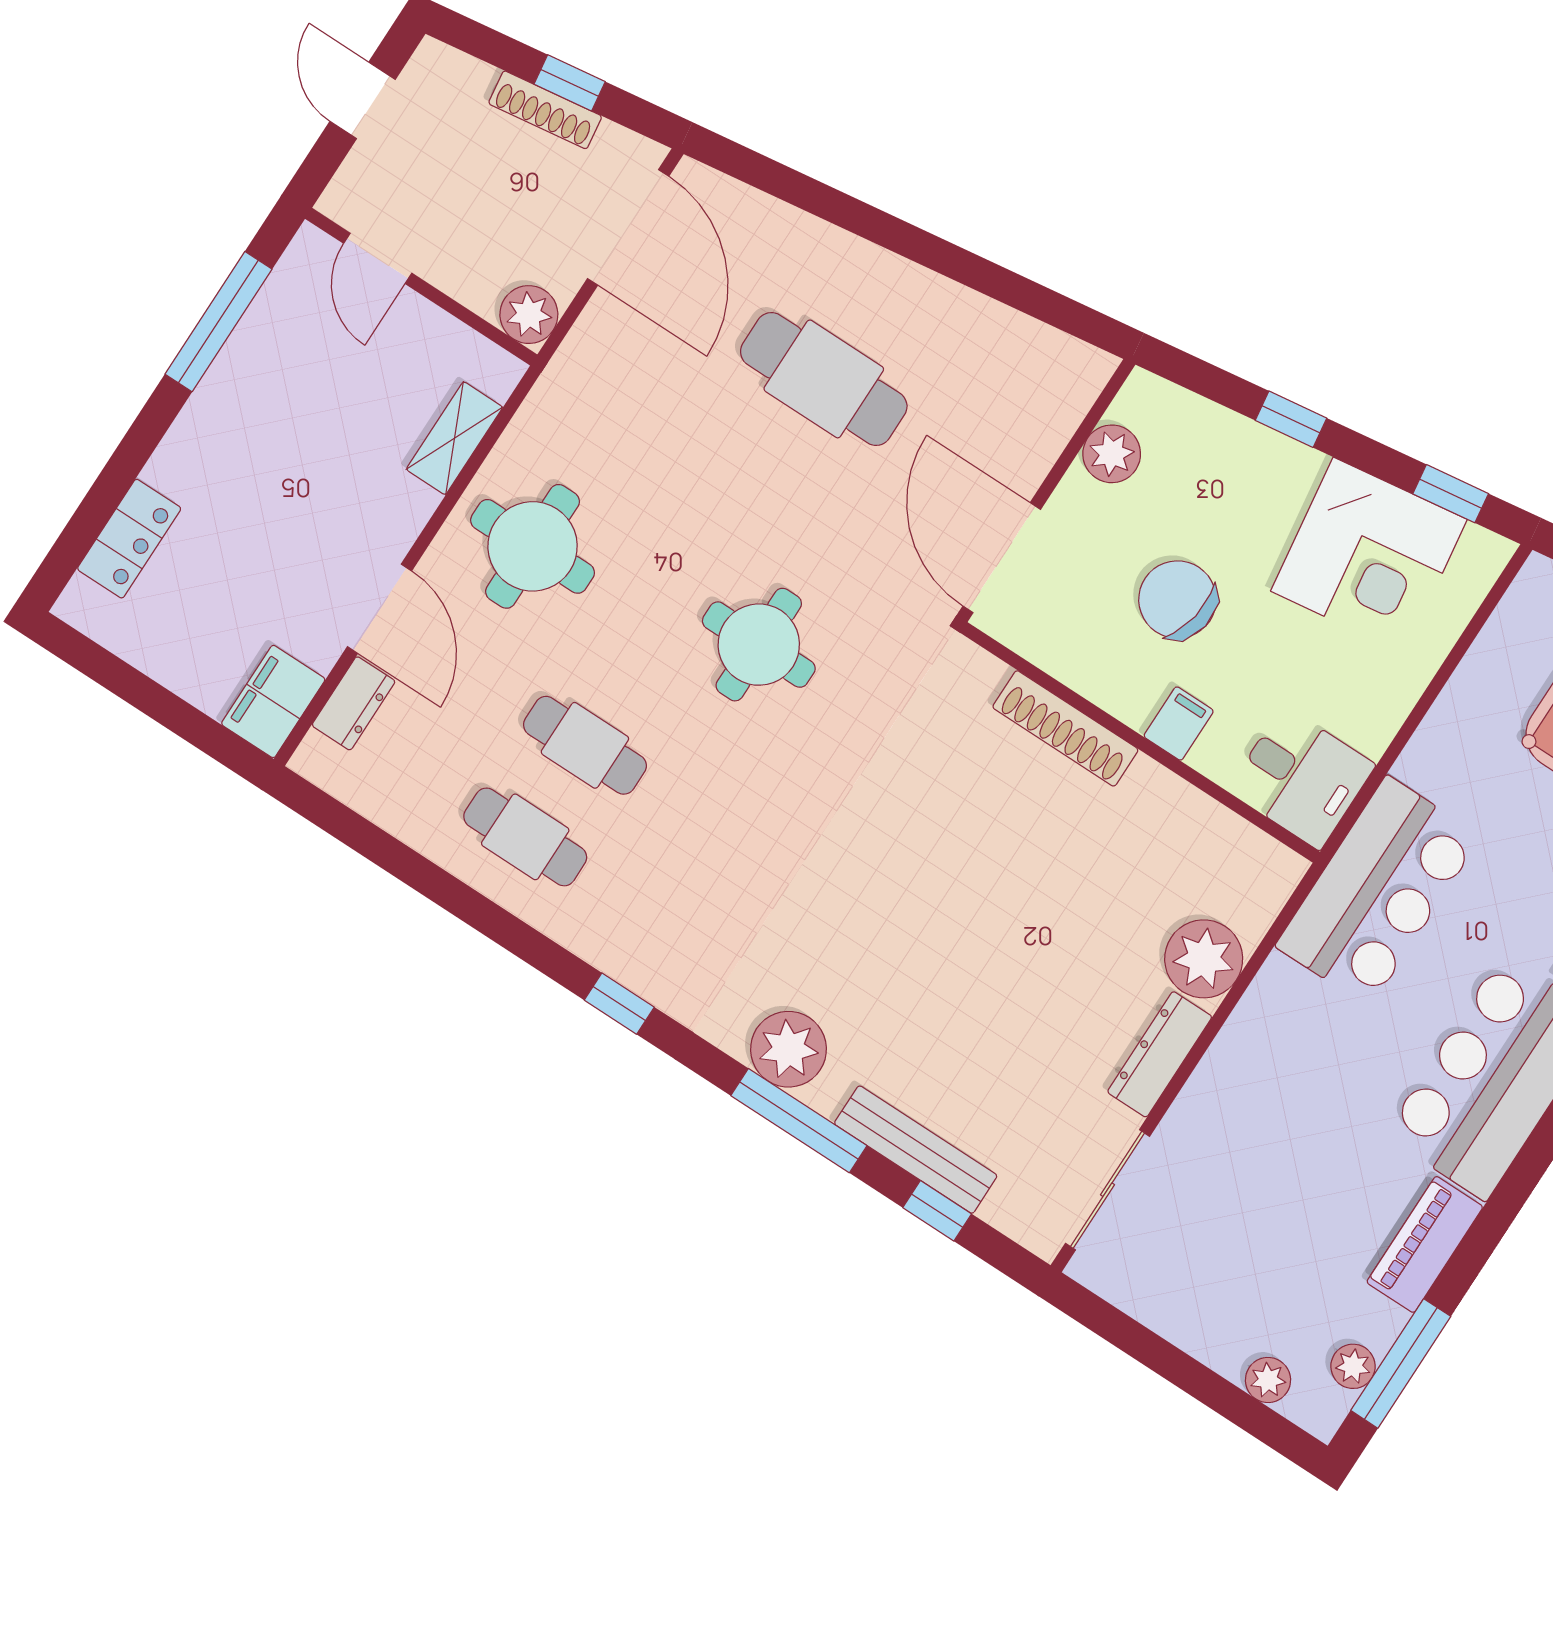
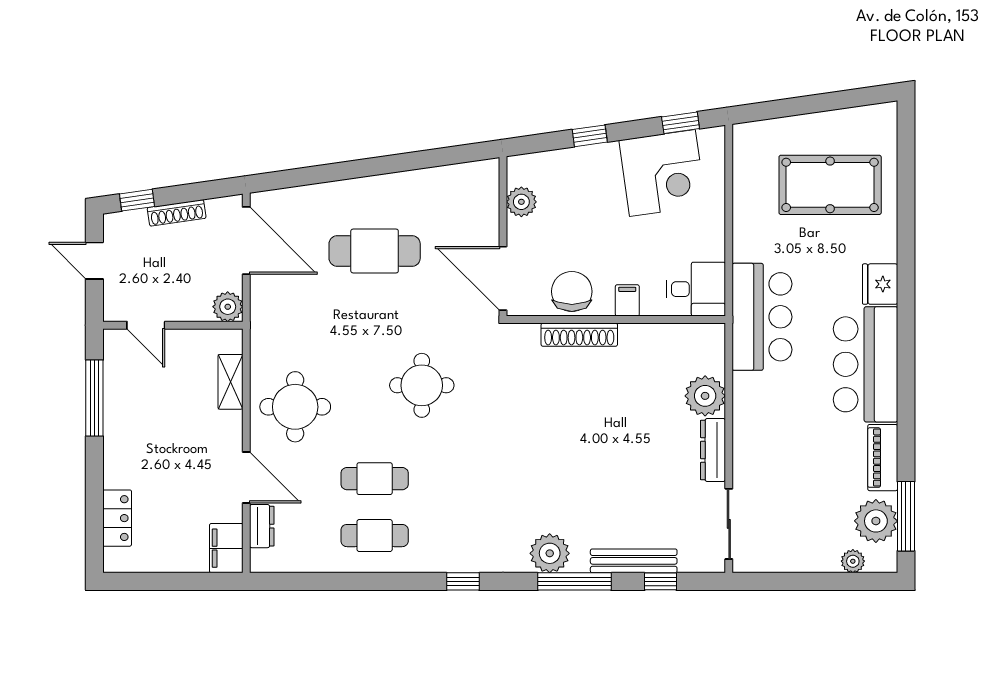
window: (570, 83) -> (137, 200), moved
chair: (1177, 600) -> (572, 291), moved, turned 80
plant: (1353, 1366) -> (876, 521), width x1.87, depth x1.87

